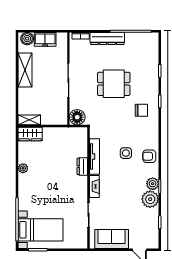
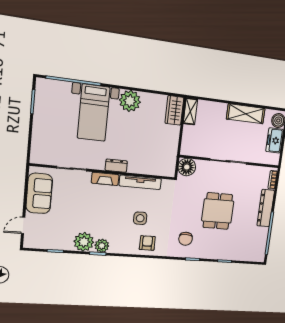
armchair: (149, 156) -> (147, 243), moved
dresser: (82, 166) -> (116, 166), moved
plant: (23, 168) -> (130, 101), width x1.87, depth x1.87
bed with nightstands: (41, 230) -> (94, 113), moved

